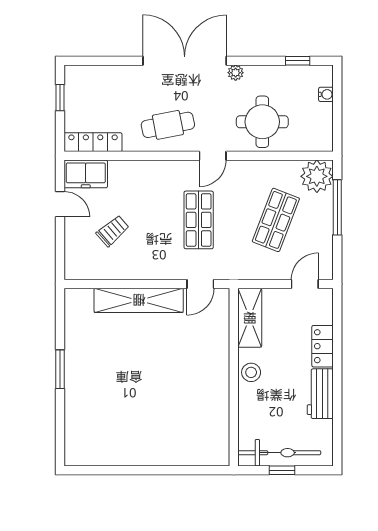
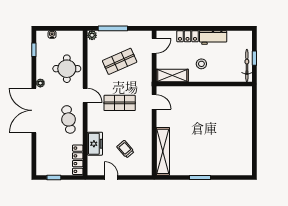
freezer: (86, 174) -> (95, 144), moved
plant: (317, 176) -> (92, 35), width x0.53, depth x0.53
door: (60, 204) -> (111, 177), hinge flipped
shop shelf: (276, 220) -> (120, 61), turned -45
door: (305, 284) -> (154, 46), swing flipped
shelving: (139, 300) -> (163, 151), moved
stool: (251, 372) -> (201, 64), moved
bicycle: (279, 453) -> (247, 65), width x0.73, depth x0.71

